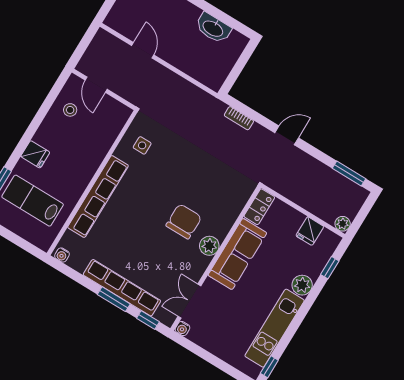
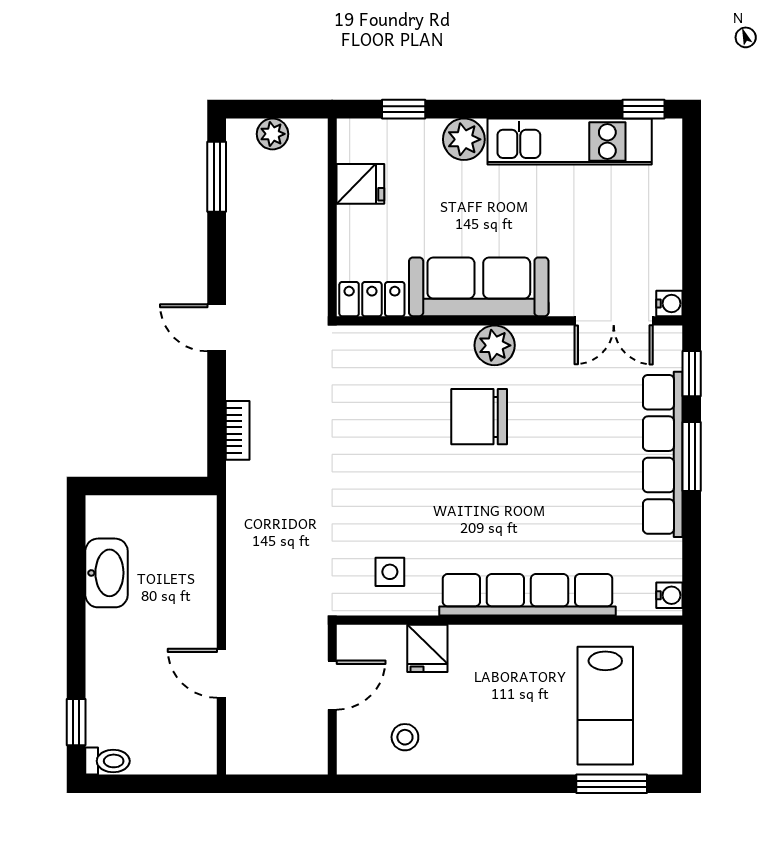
door: (143, 50) -> (221, 673), hinge flipped
door: (96, 85) -> (332, 685), moved
fridge: (35, 154) -> (427, 648), moved, turned 180
plant: (343, 224) -> (273, 134), moved

